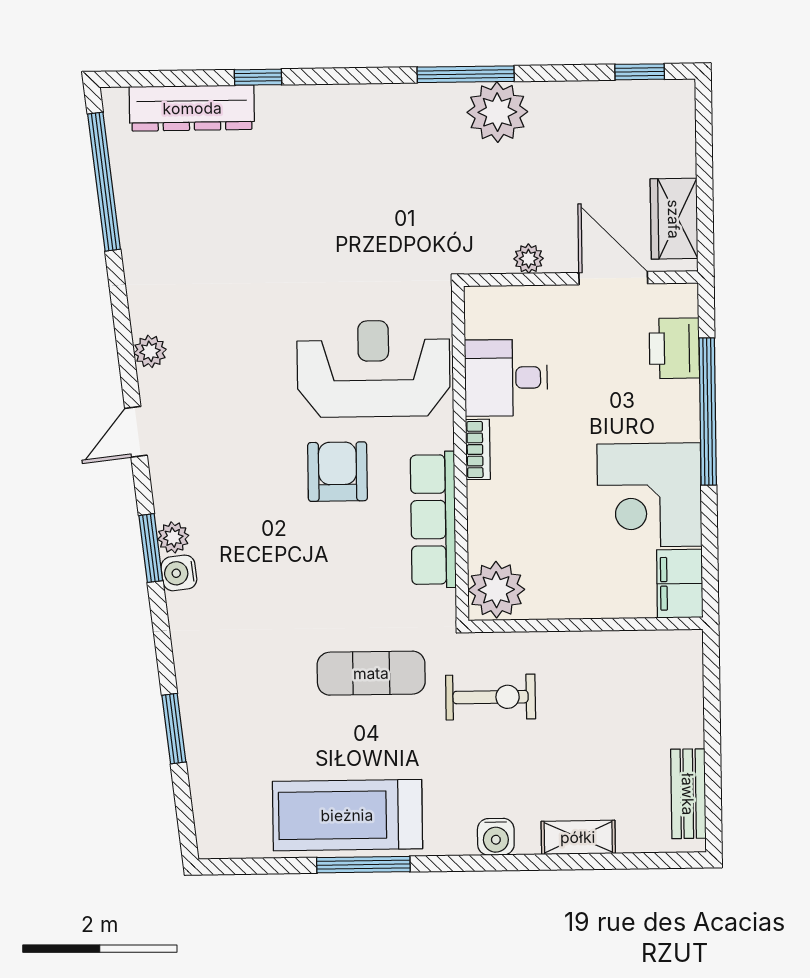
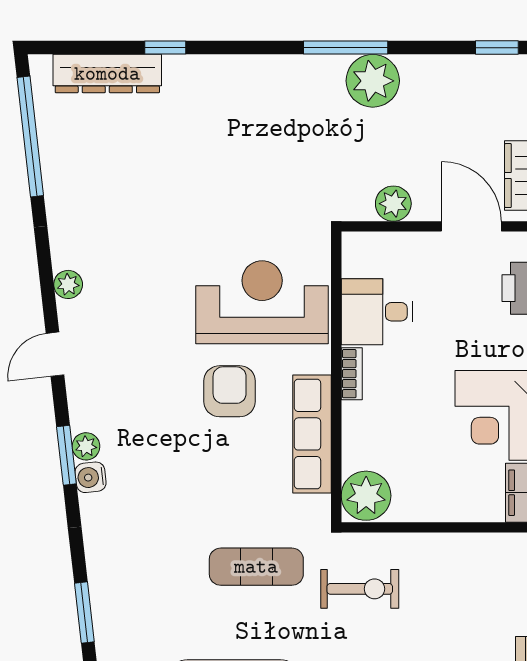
plant: (529, 259) -> (393, 204), width x1.38, depth x1.38

